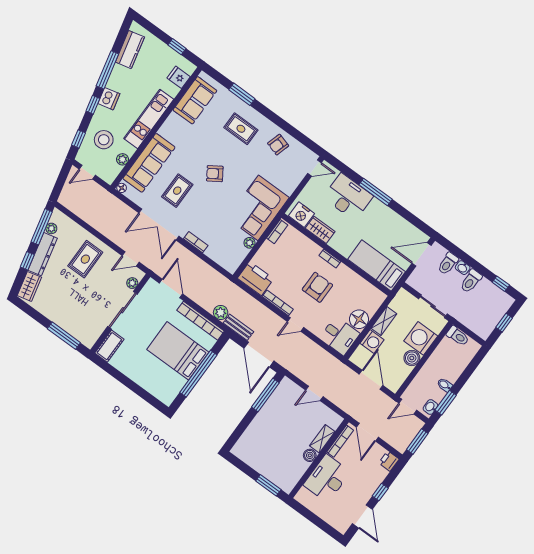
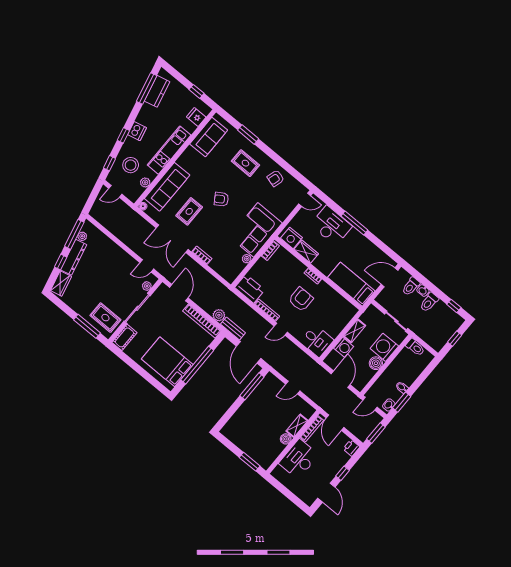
window: (107, 70) -> (147, 89), moved
rug: (85, 259) -> (105, 318), moved, turned 90
floor lamp: (359, 319) -> (334, 328), removed
bed: (178, 351) -> (167, 362), moved

